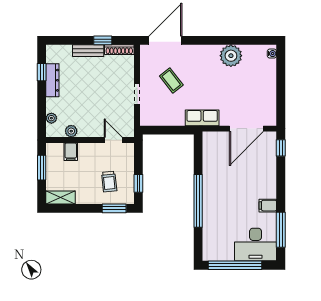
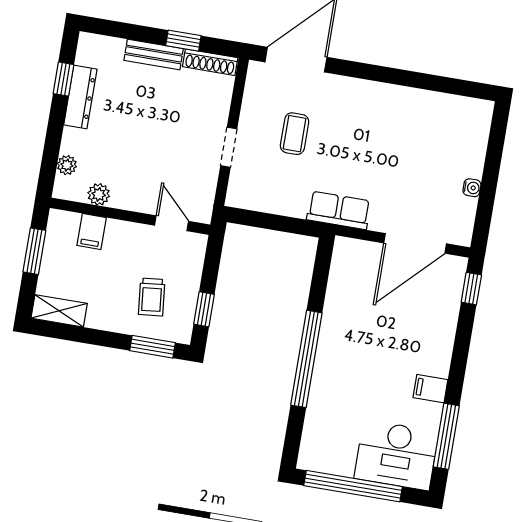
water cooler: (272, 54) -> (472, 188), moved
plant: (231, 56) -> (410, 107), removed
coffee table: (171, 80) -> (295, 134), turned 38

